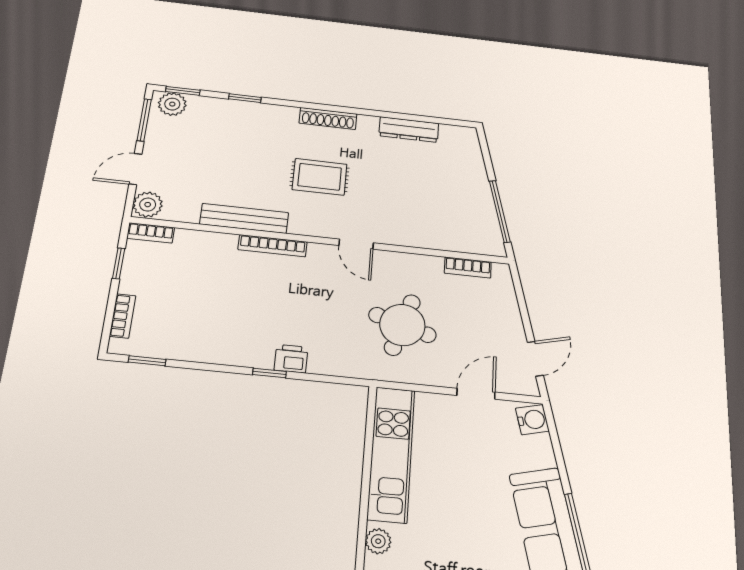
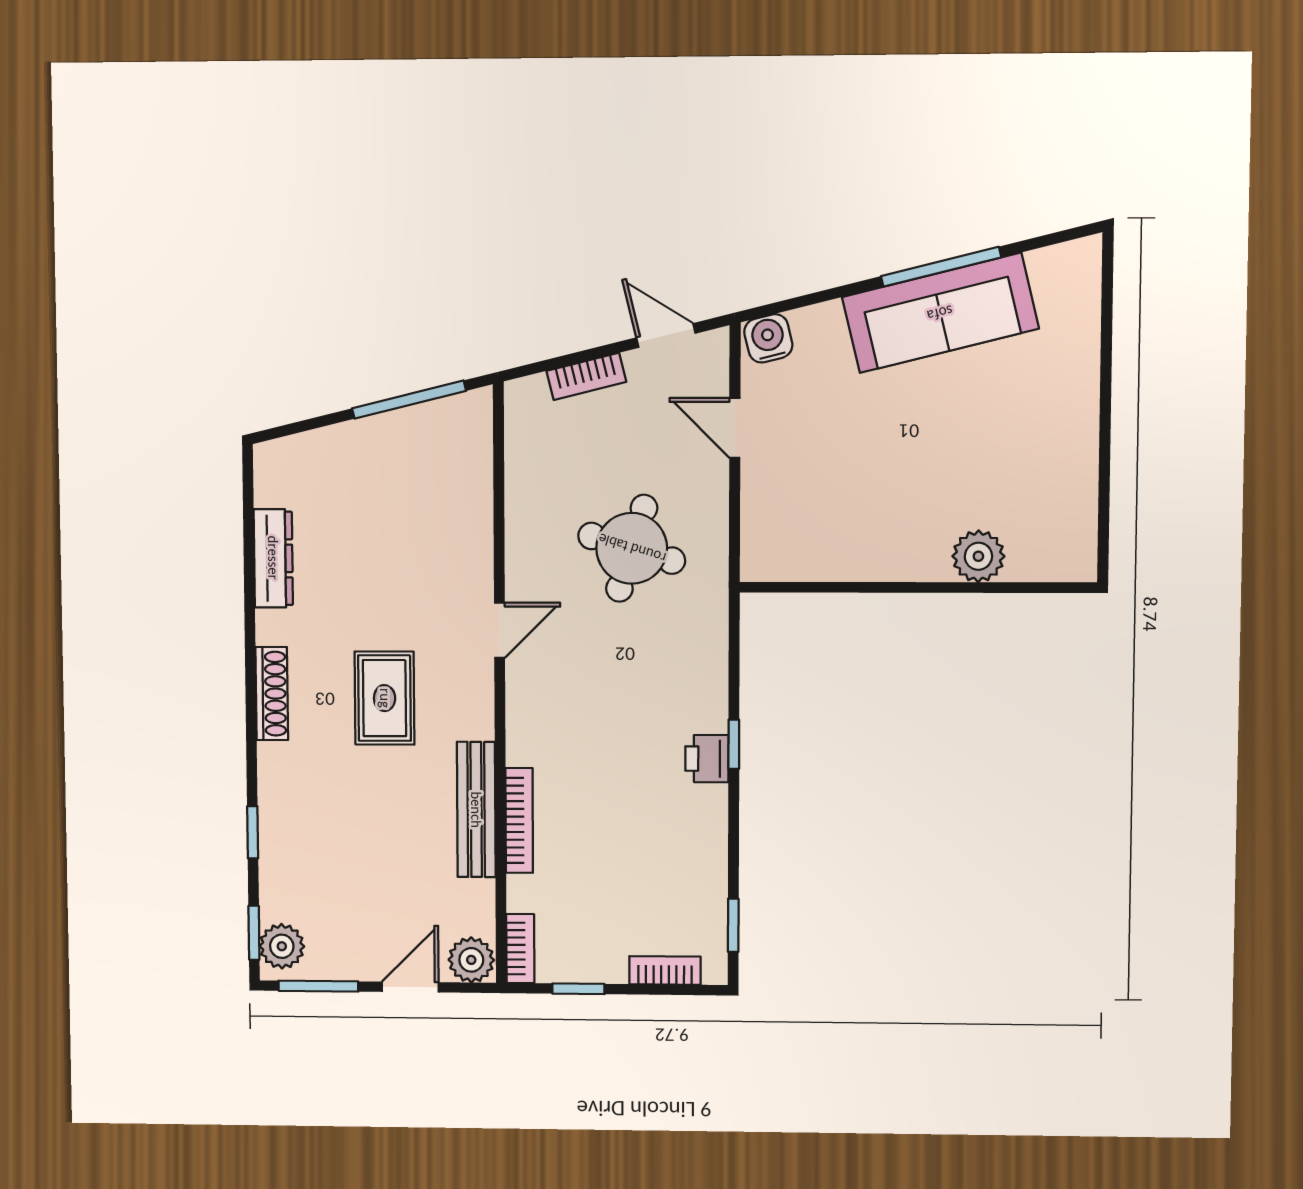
door: (135, 169) -> (410, 987), swing flipped
bookcase: (273, 246) -> (519, 820), moved
bookcase: (468, 268) -> (586, 376), moved, turned 76
printer: (291, 359) -> (707, 759), moved
kitchen unit: (391, 454) -> (844, 553), removed
plant: (378, 541) -> (978, 556), width x1.38, depth x1.38

